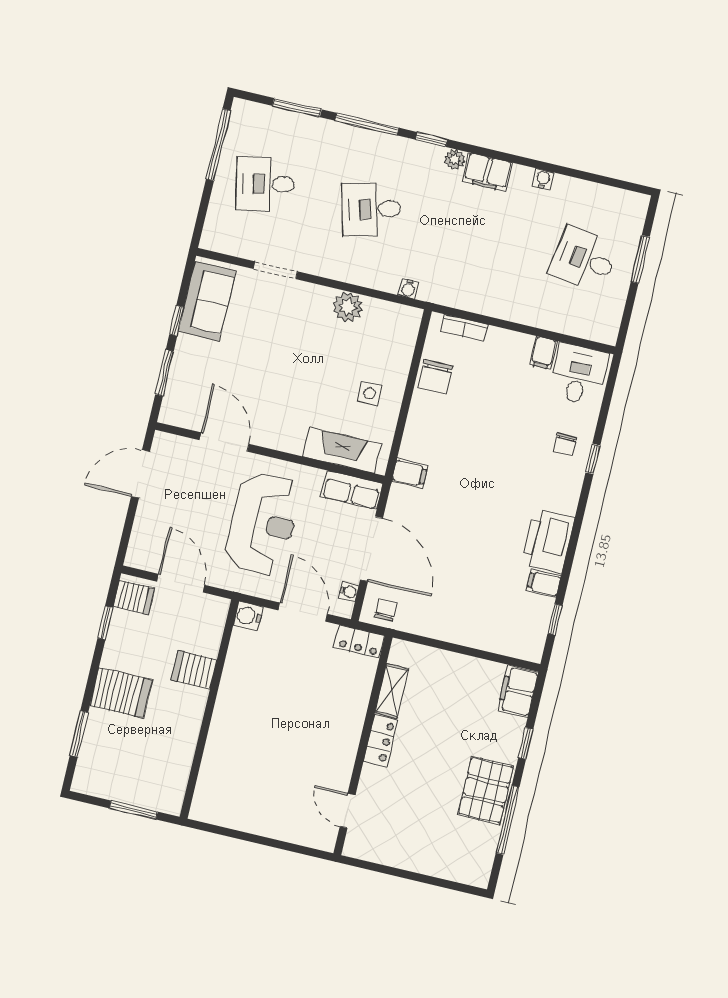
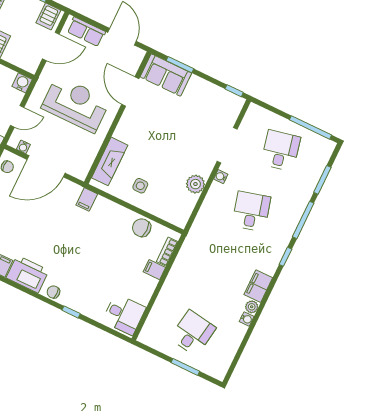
plant: (455, 159) -> (252, 307), moved
doorway: (275, 270) -> (227, 145), width x1.38
water cooler: (409, 289) -> (221, 177), moved
sofa: (207, 301) -> (166, 75), moved
window: (177, 321) -> (234, 91), moved
filing cabinet: (543, 353) -> (154, 270), moved
door: (224, 442) -> (130, 92), swing flipped
chair: (565, 444) -> (53, 292), moved
row of seats: (352, 490) -> (86, 32), moved, turned -90
reception desk: (263, 524) -> (76, 104), turned 180
door: (303, 612) -> (17, 116), width x0.73

